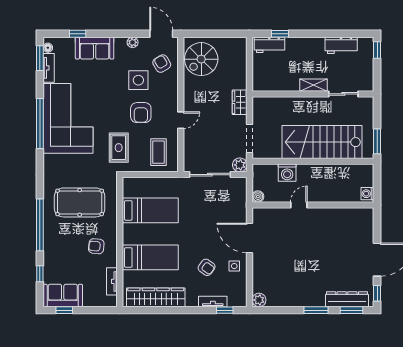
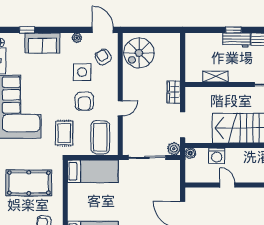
window: (280, 34) -> (233, 30), moved
workbench: (269, 45) -> (237, 40), moved
shelving: (313, 85) -> (216, 76), moved
coffee table: (158, 152) -> (100, 137), width x1.36, depth x1.32
boiler: (258, 197) -> (190, 153), moved
door: (299, 205) -> (227, 185), hinge flipped
bed: (150, 210) -> (93, 171), moved

